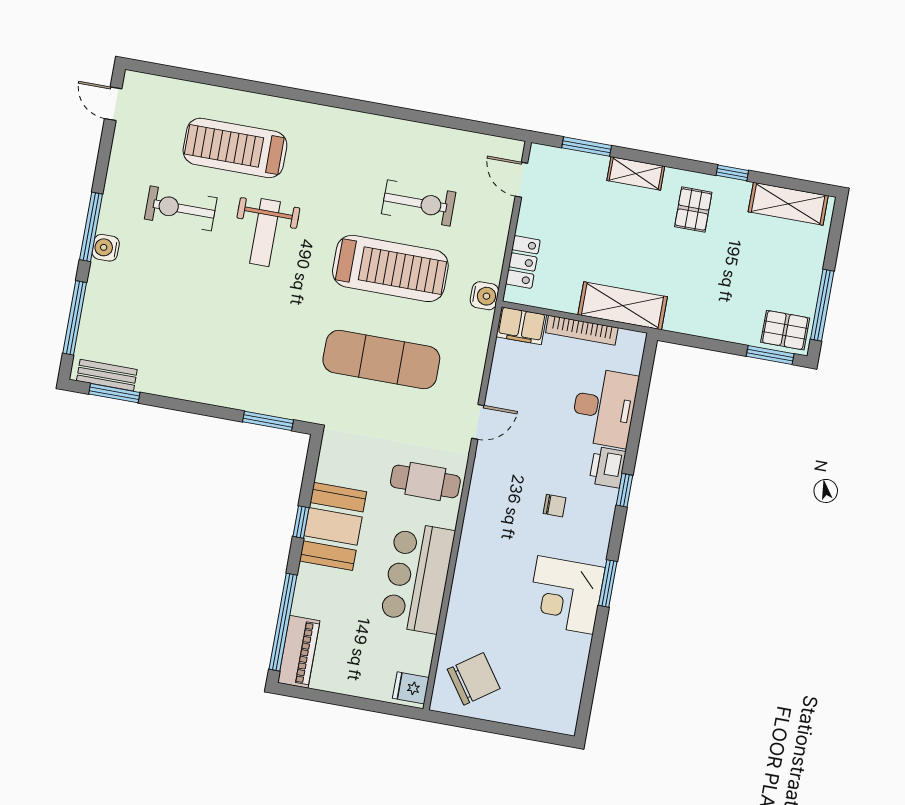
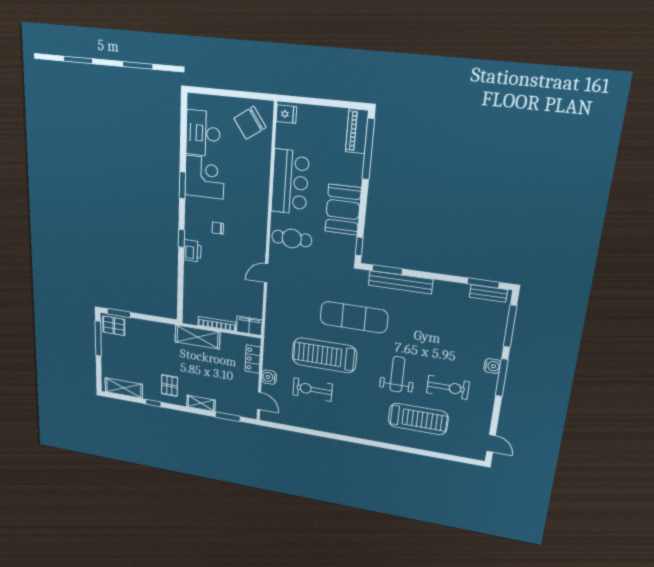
water cooler: (484, 296) -> (269, 377), moved
exercise mat: (381, 360) -> (354, 317), moved
bench: (248, 398) -> (401, 282), added
desk: (604, 408) -> (203, 133), moved
window: (301, 522) -> (359, 246), moved

